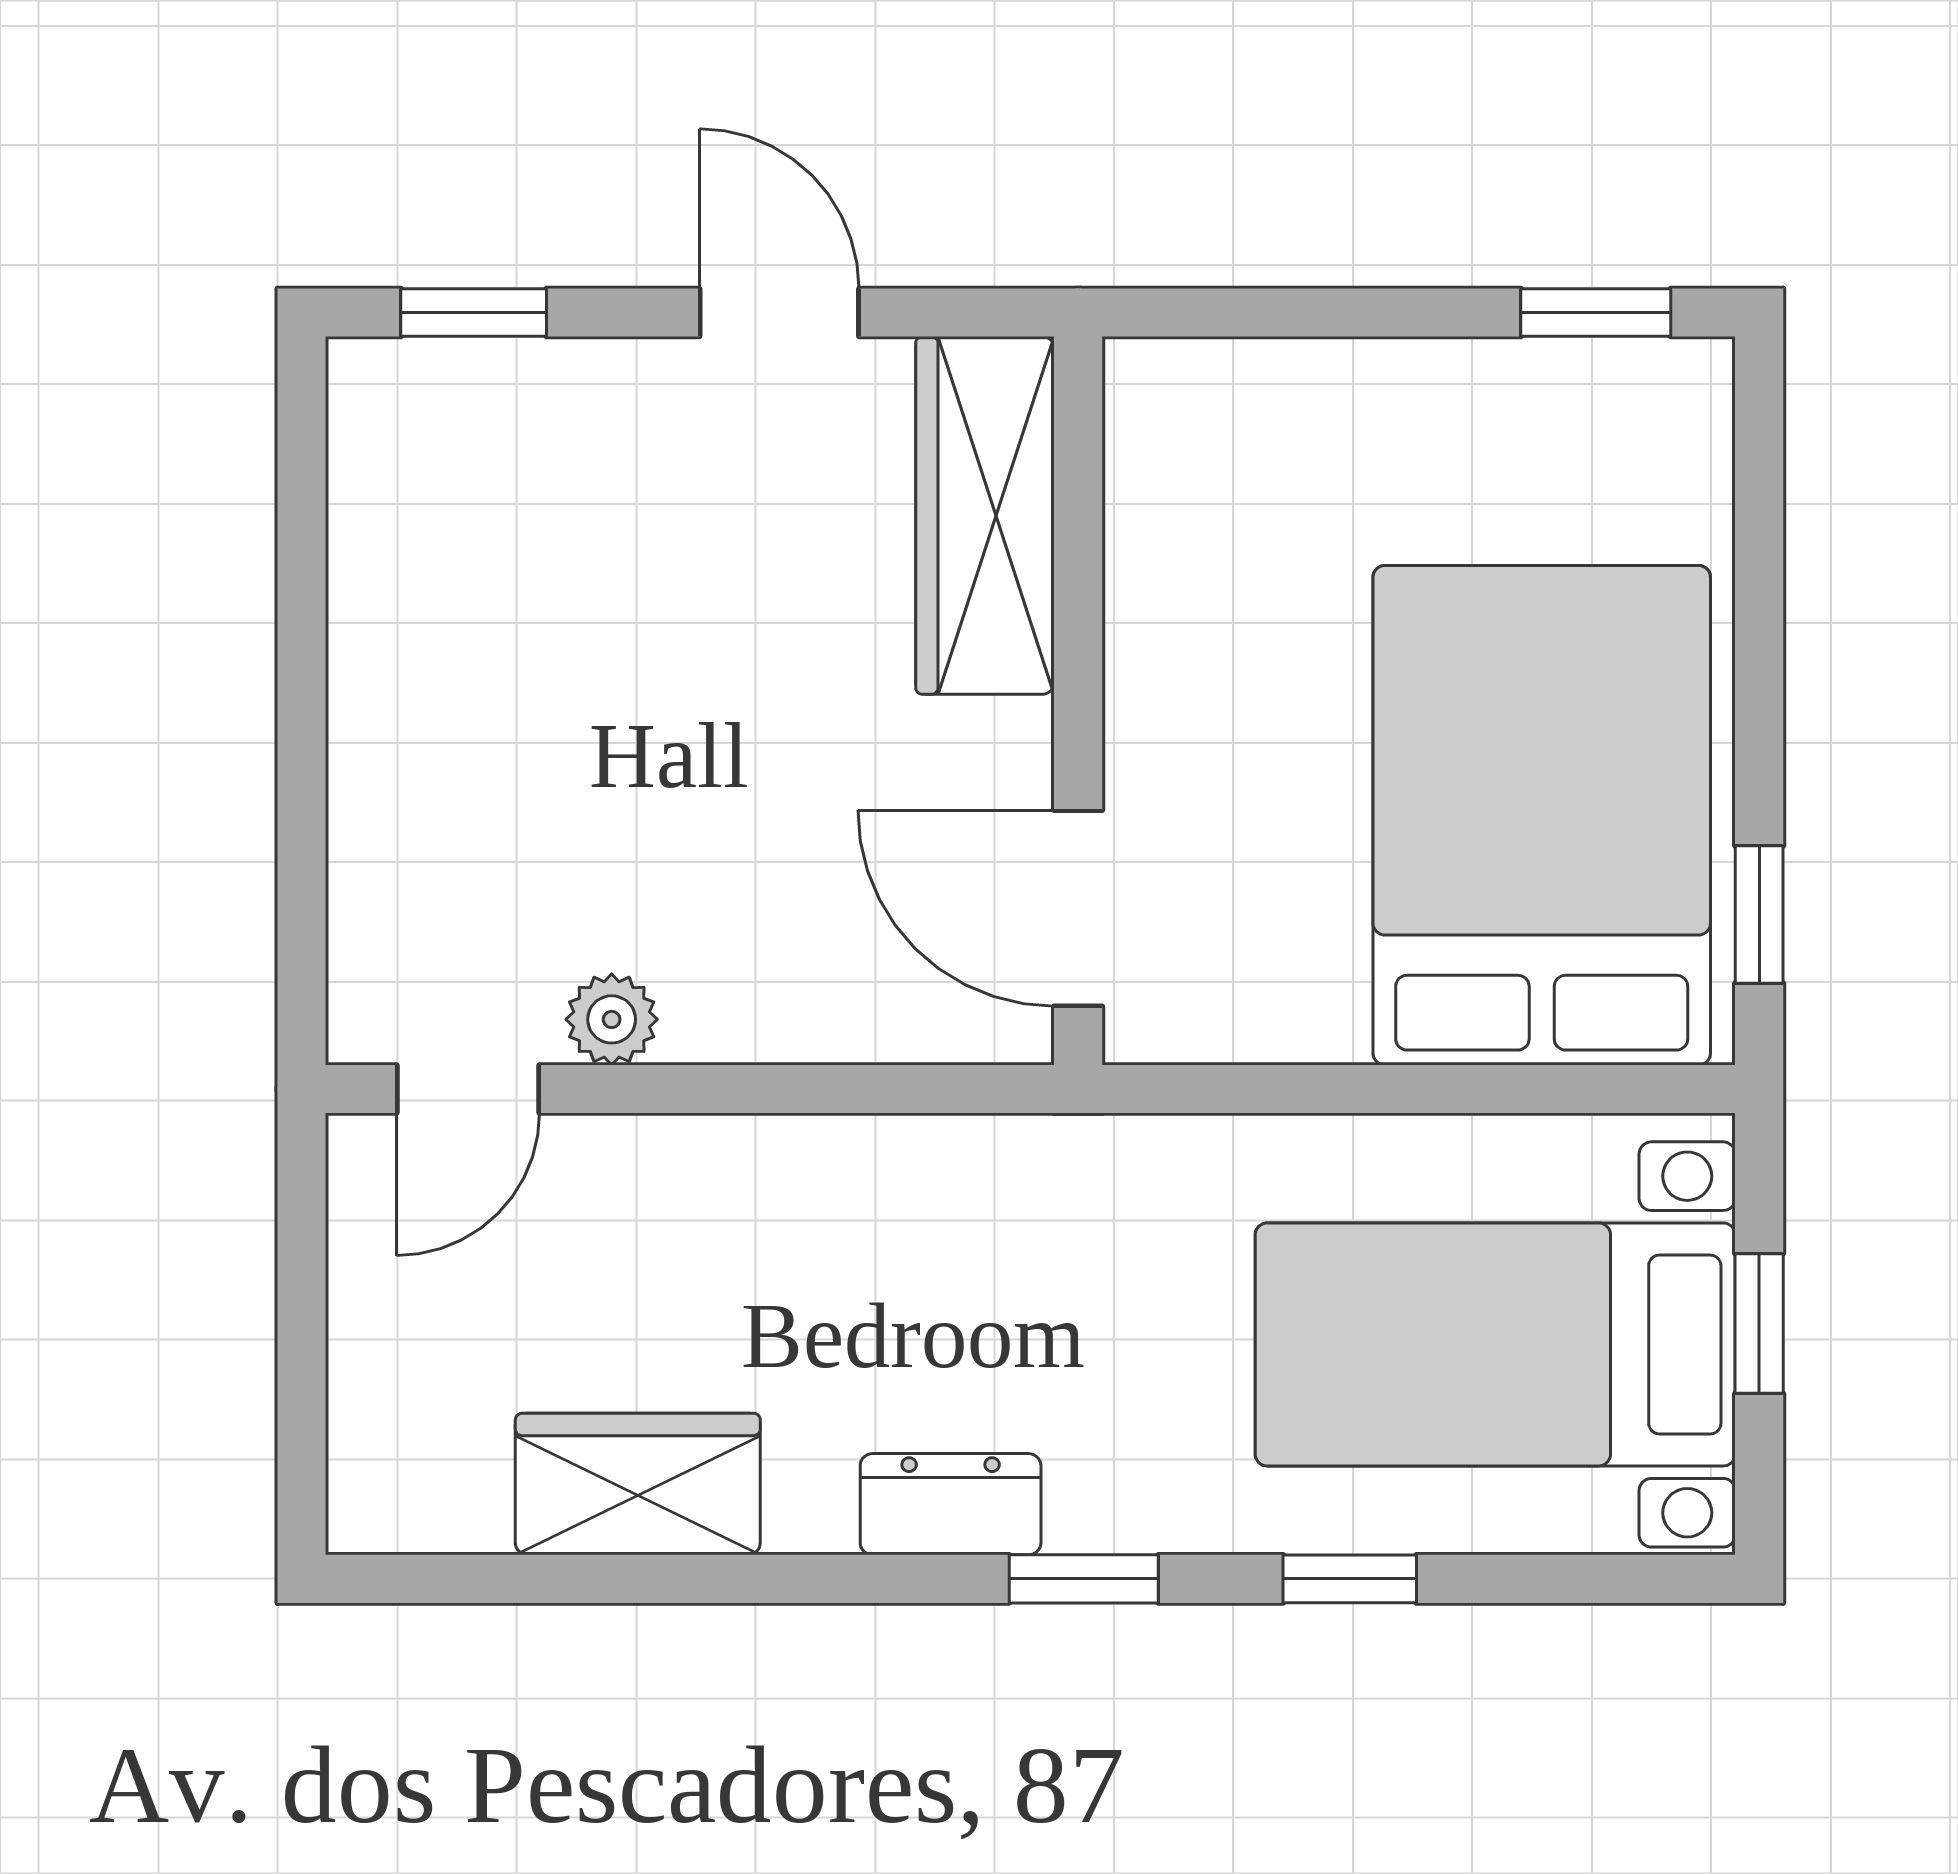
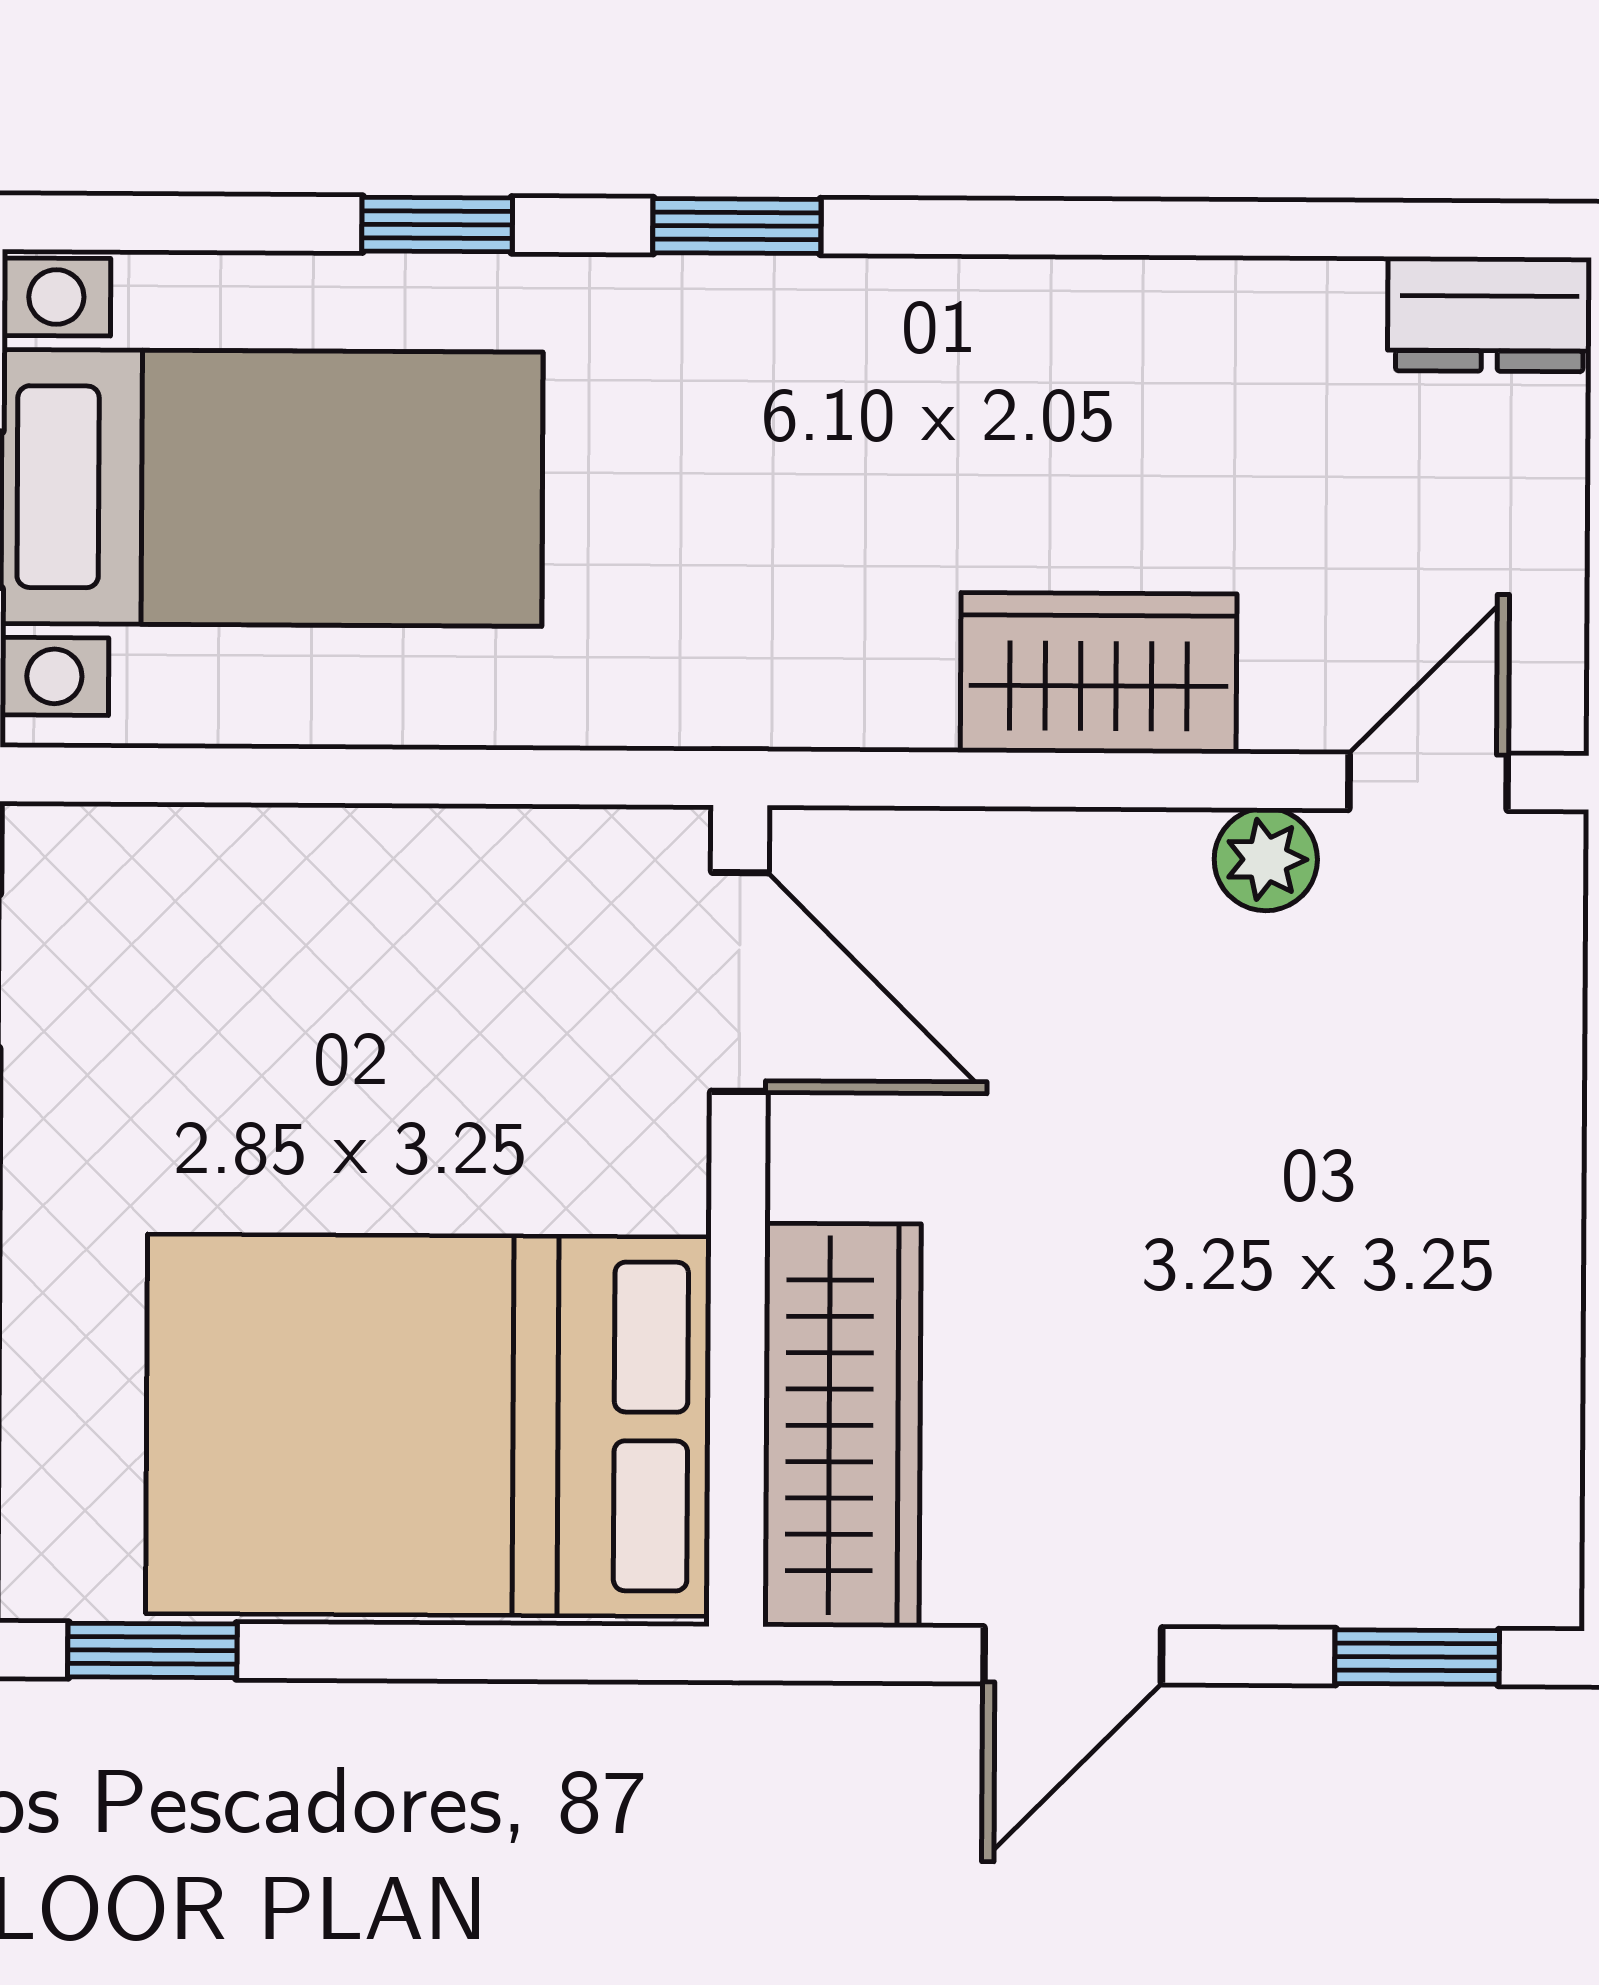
door: (779, 312) -> (1073, 1655), hinge flipped
bed: (1542, 815) -> (428, 1425), moved, turned 90
wardrobe: (638, 1484) -> (1099, 673), moved, turned 180
dresser: (951, 1504) -> (1489, 314), moved

